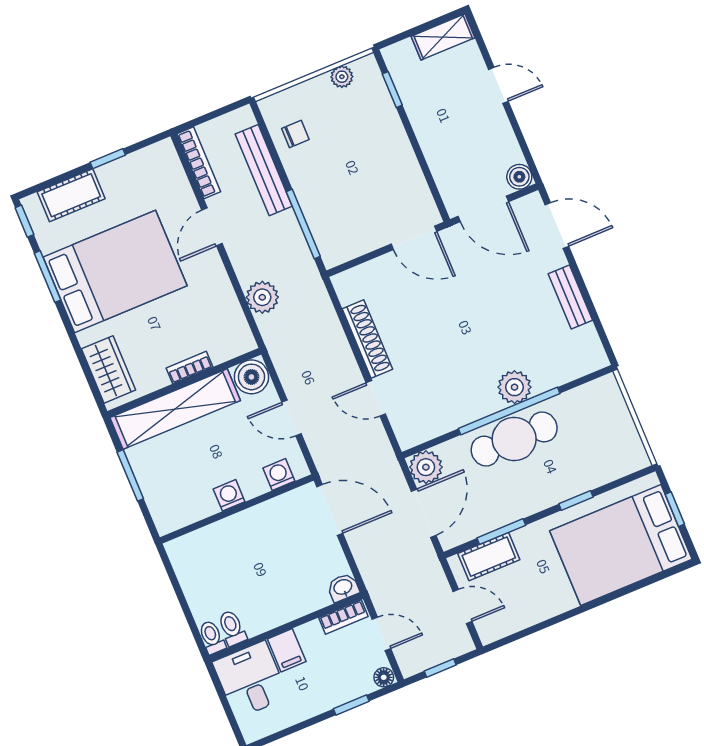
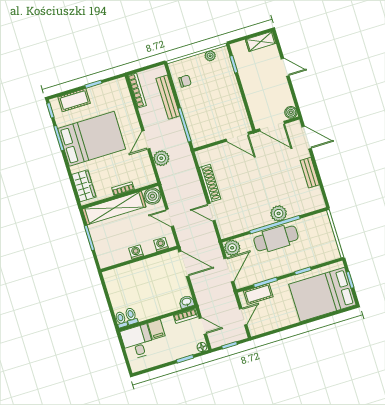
door: (212, 227) -> (146, 140), moved
door: (462, 606) -> (243, 317), hinge flipped

